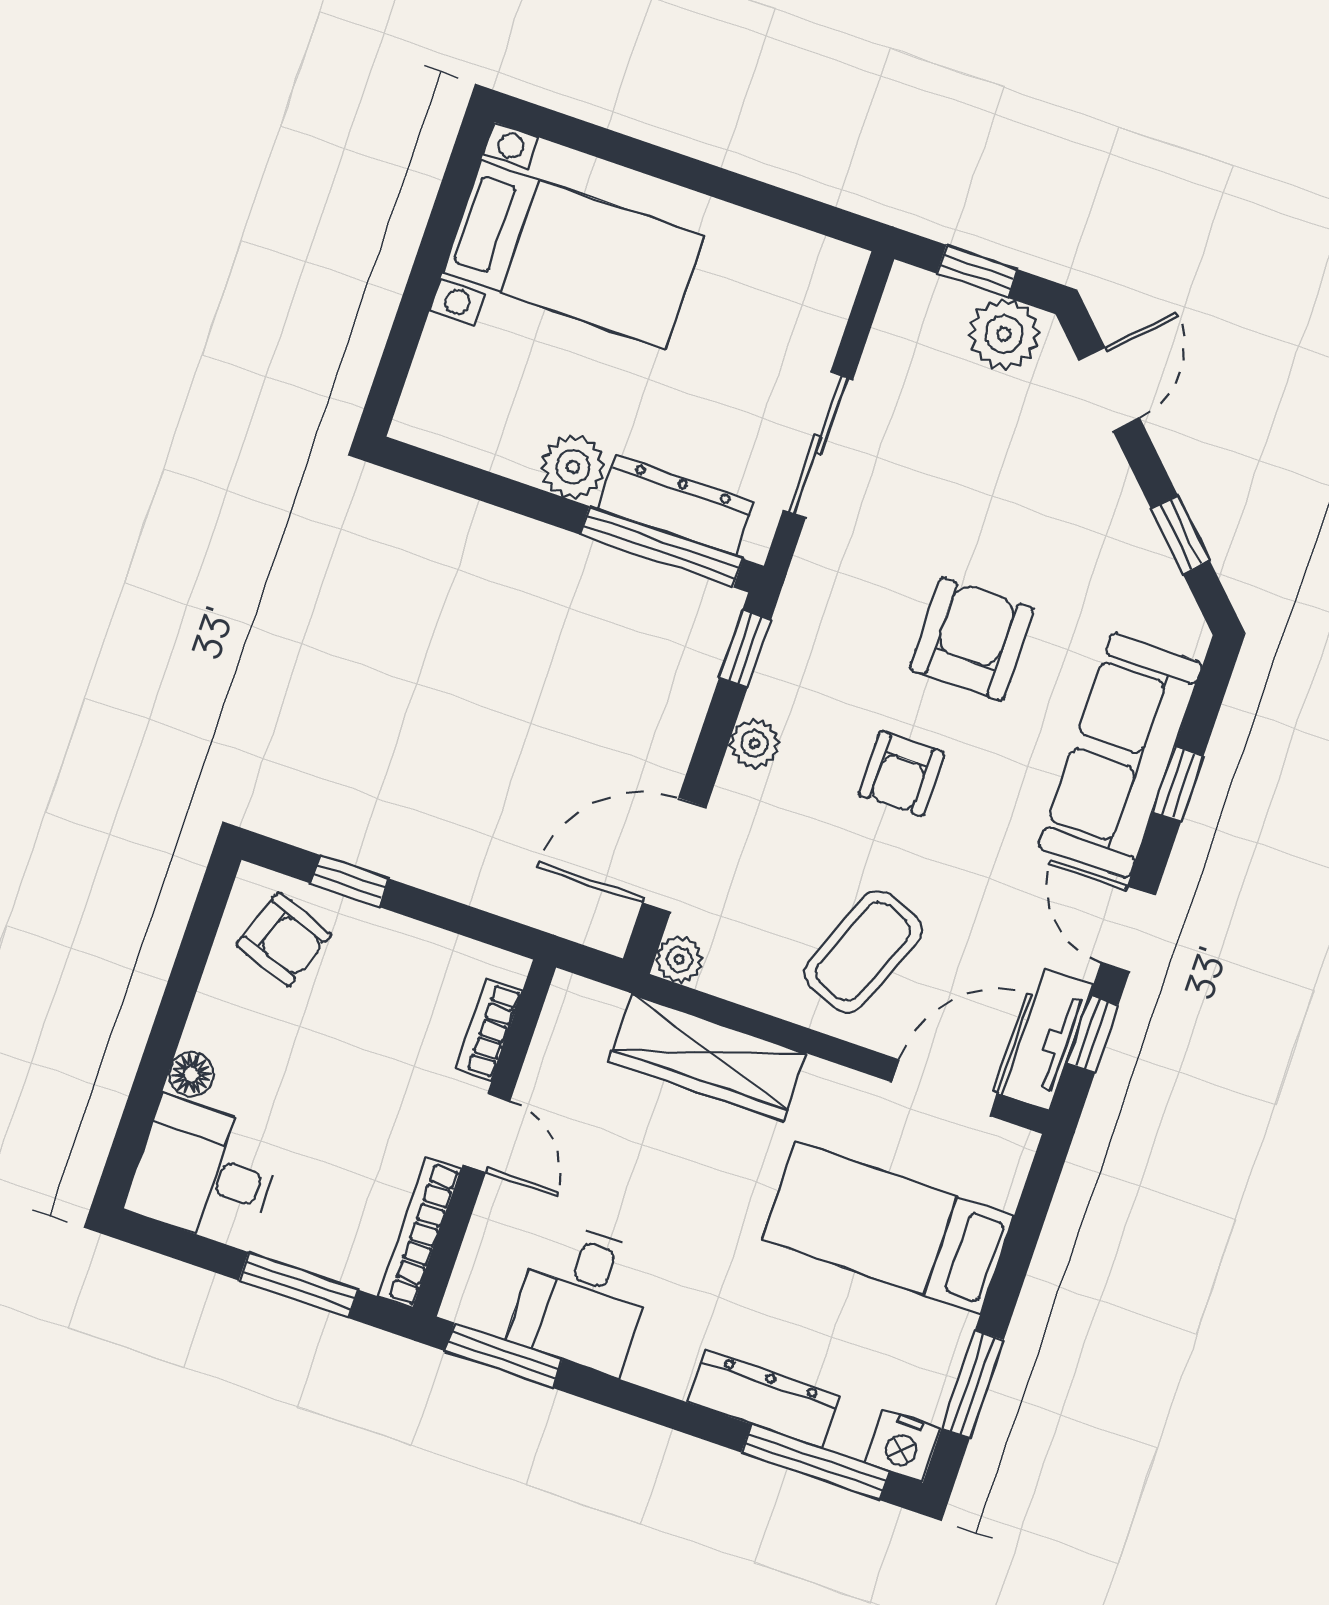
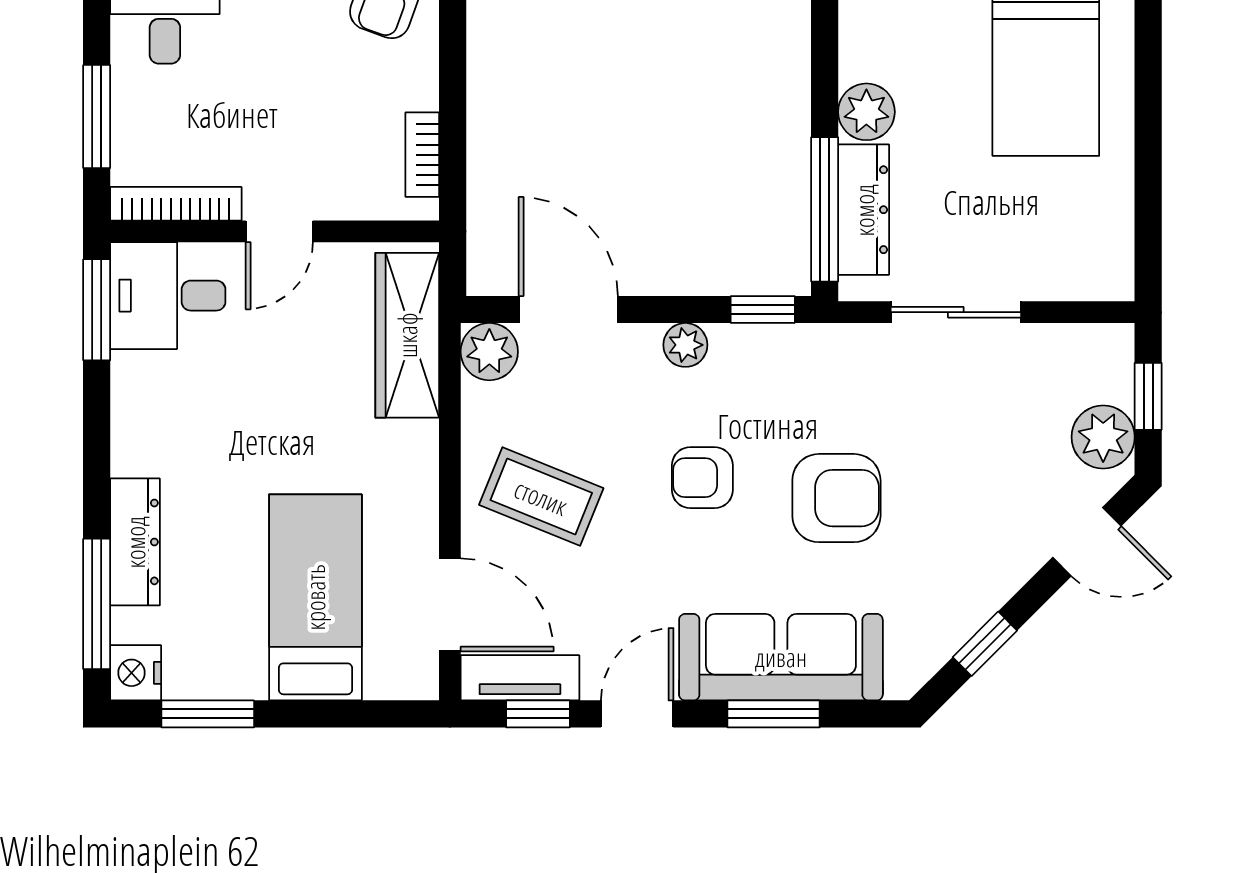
window: (1178, 784) -> (774, 714), width x1.50
window: (350, 881) -> (453, 43), removed
plant: (679, 959) -> (489, 352), width x1.38, depth x1.38
bookcase: (489, 1030) -> (422, 155), moved, turned -90
wardrobe: (708, 1057) -> (407, 335), moved
desk: (583, 1298) -> (168, 296), moved

